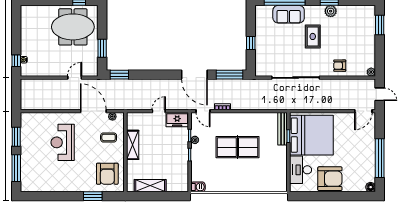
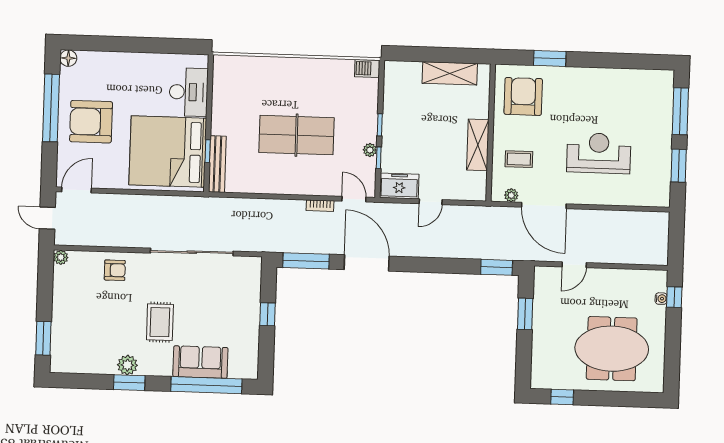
meeting table: (73, 27) -> (612, 349), moved
reception desk: (63, 142) -> (599, 153), turned -90
armchair: (330, 179) -> (91, 122), moved

